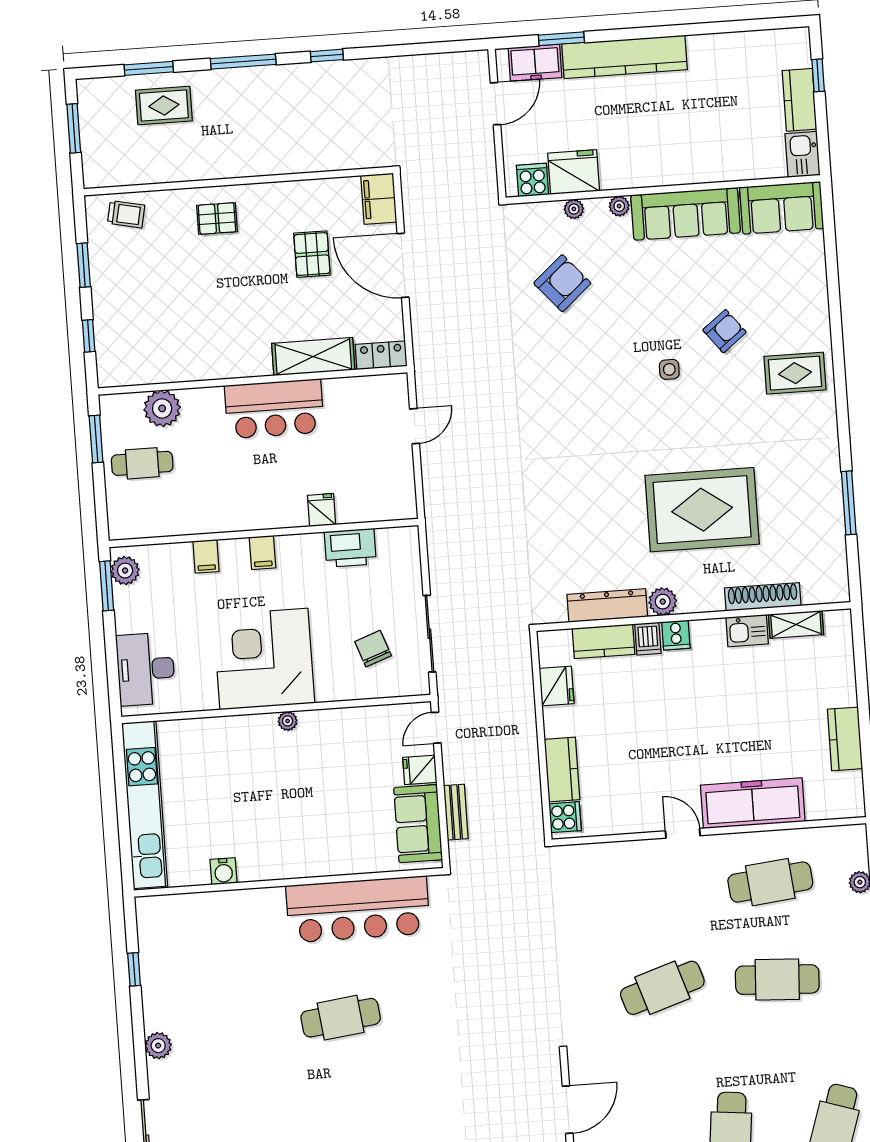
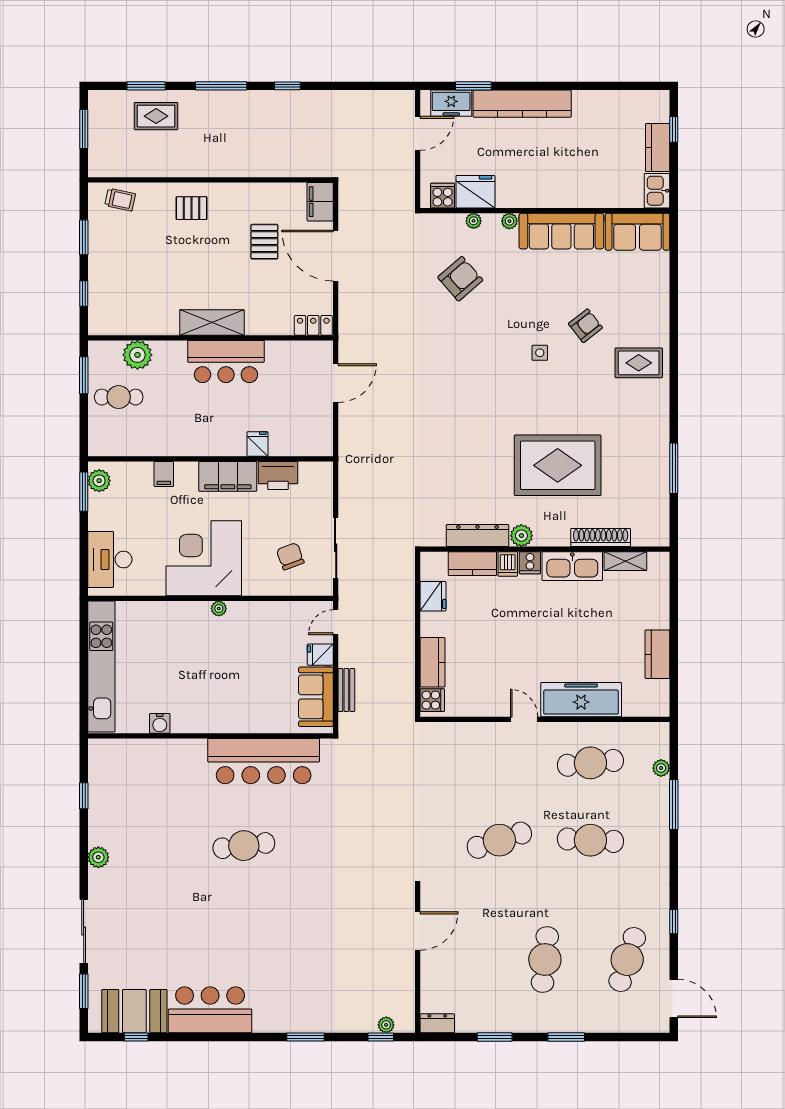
shelving: (313, 357) -> (212, 323), moved
door: (415, 426) -> (336, 383), width x1.38
filing cabinet: (263, 552) -> (228, 476), width x3.00, depth x1.17
kitchen sink: (747, 631) -> (572, 566), width x1.88, depth x1.24

